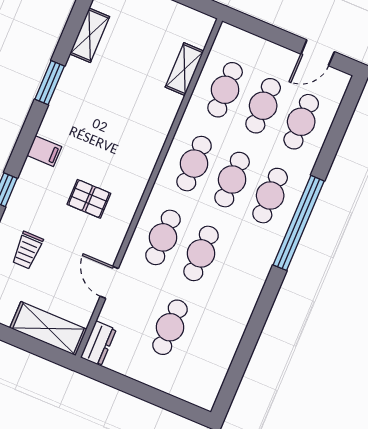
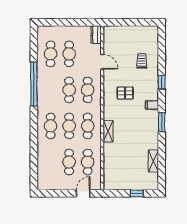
door: (318, 53) -> (83, 193), moved
shelving: (184, 69) -> (108, 131), moved
window: (50, 83) -> (162, 122), moved
cafe table: (301, 122) -> (51, 54), moved
window: (299, 223) -> (34, 84), moved
shelving: (48, 329) -> (119, 32), removed

